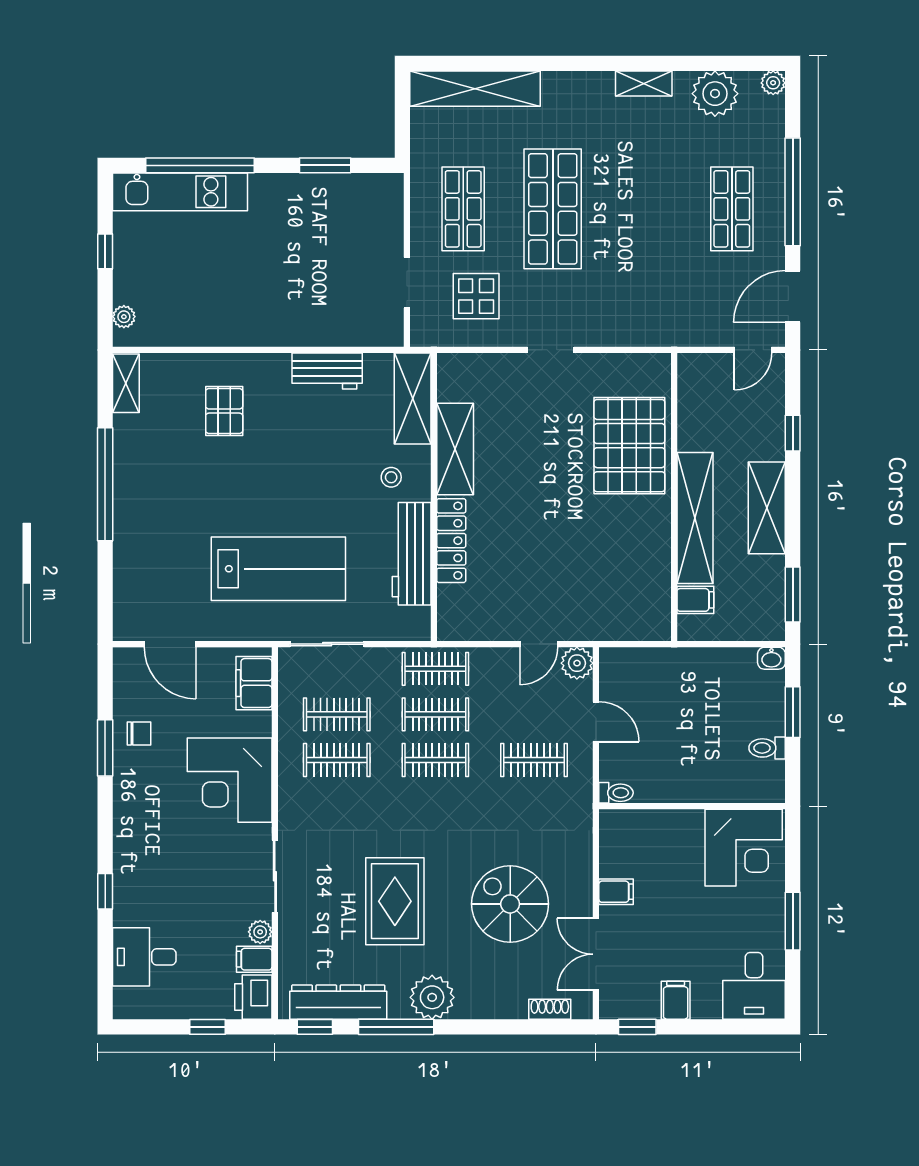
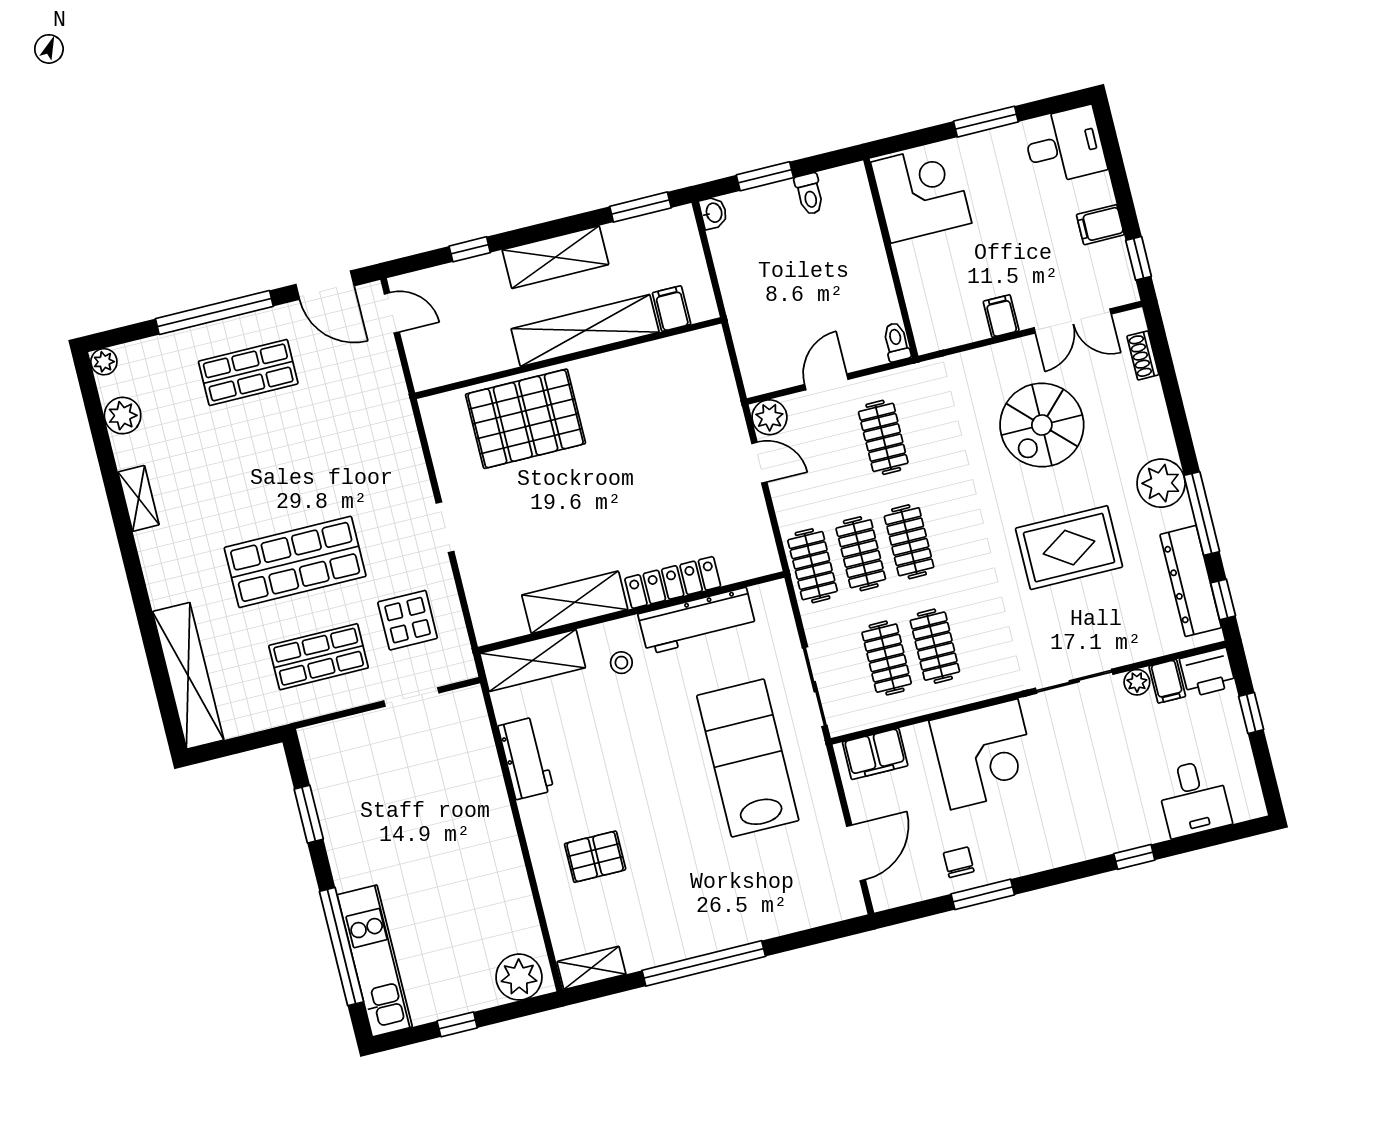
plant: (715, 94) -> (123, 416), width x0.73, depth x0.73
plant: (124, 317) -> (519, 977), width x1.87, depth x1.87

